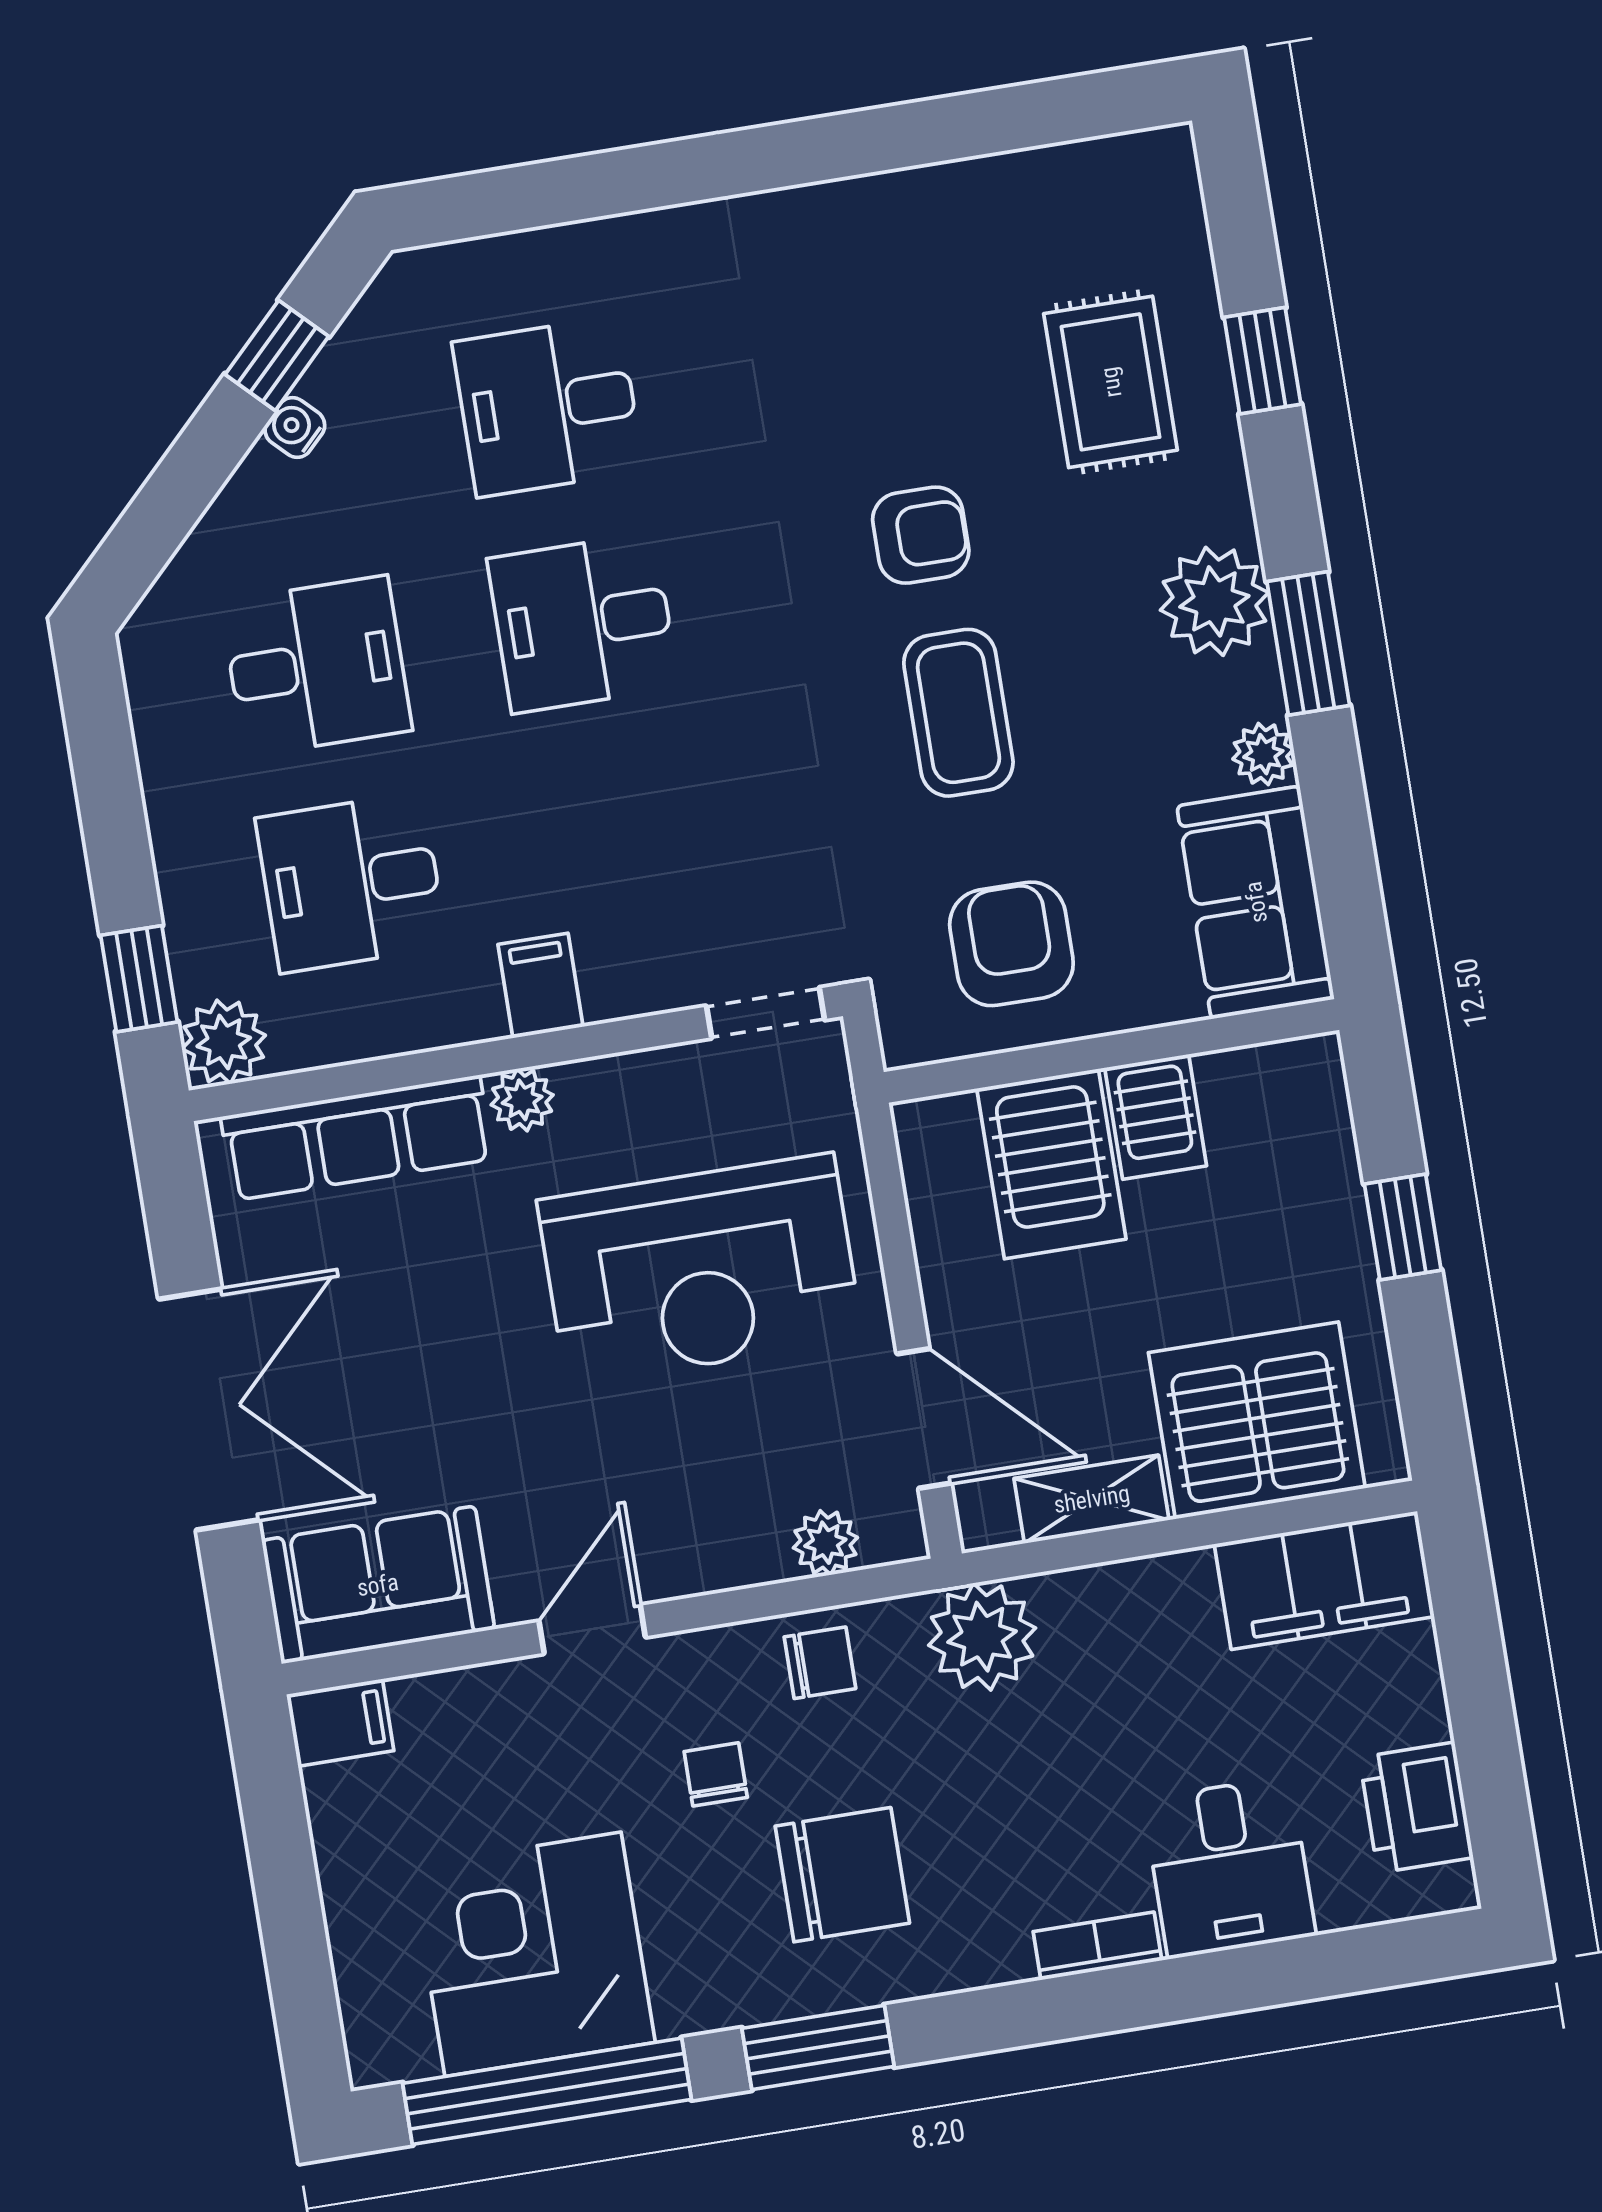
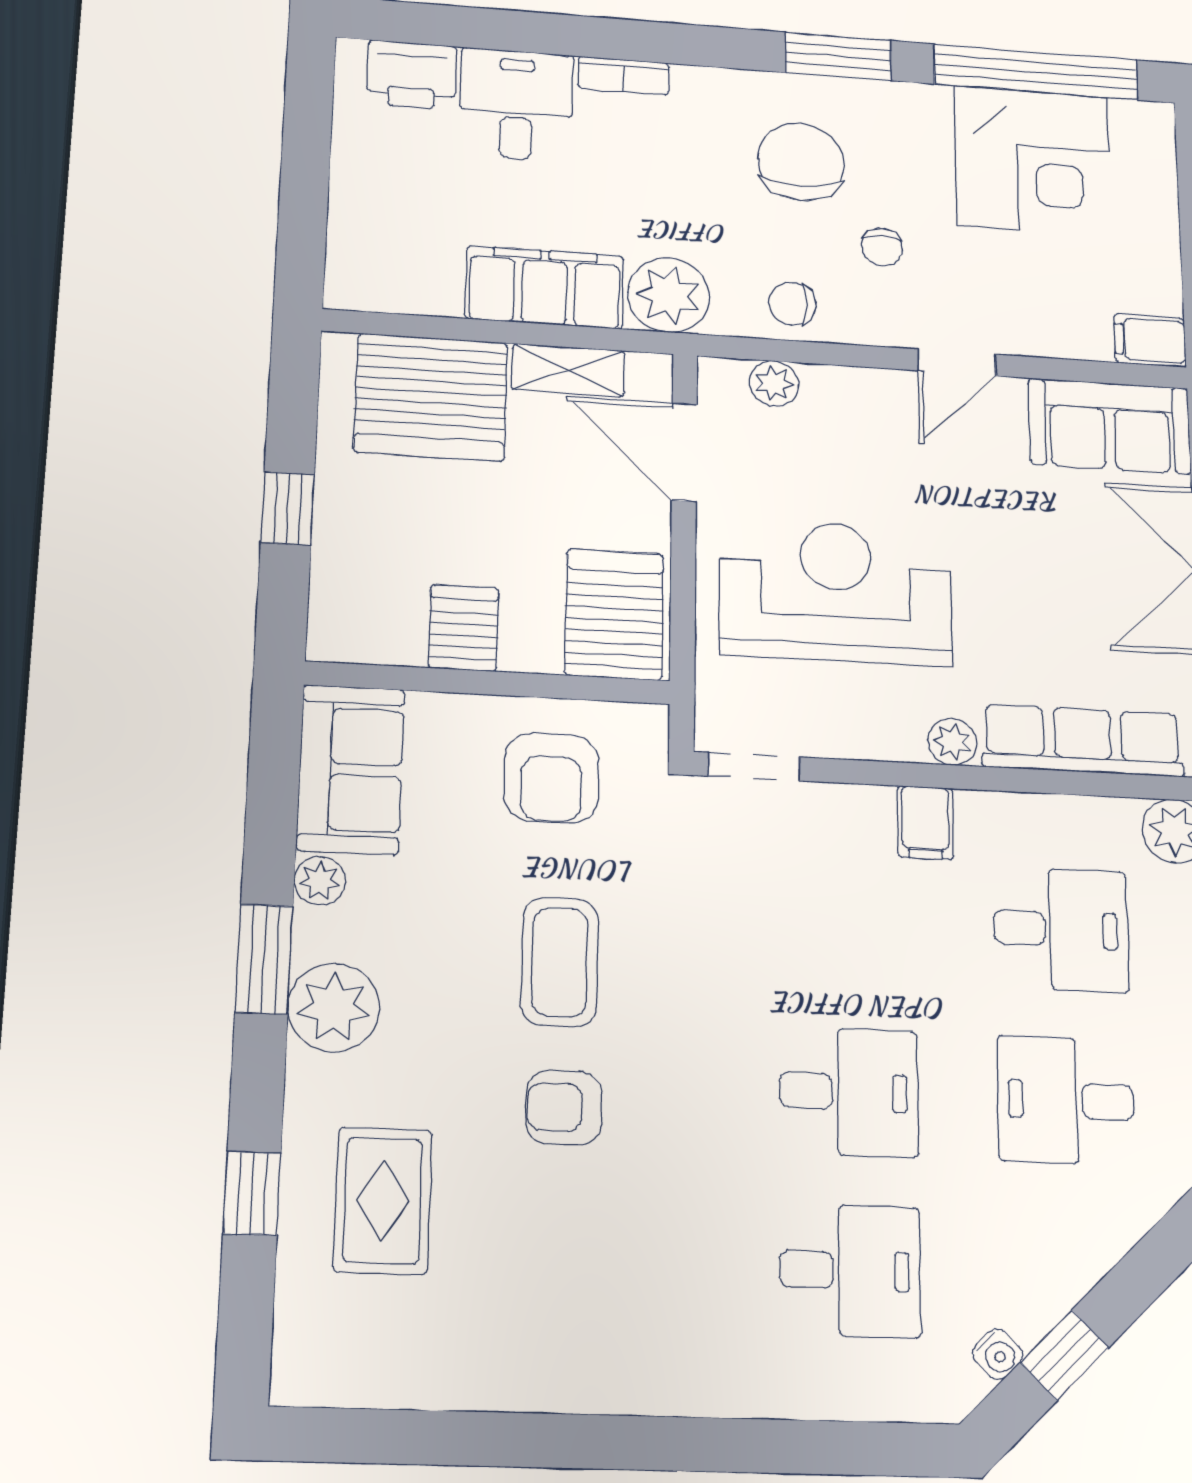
water cooler: (295, 428) -> (998, 1354), moved
server rack: (1051, 1164) -> (614, 614), moved
filing cabinet: (1324, 1580) -> (545, 287), moved
printer: (1416, 1808) -> (412, 75), moved, turned 90
chair: (842, 1875) -> (801, 162), turned 90

